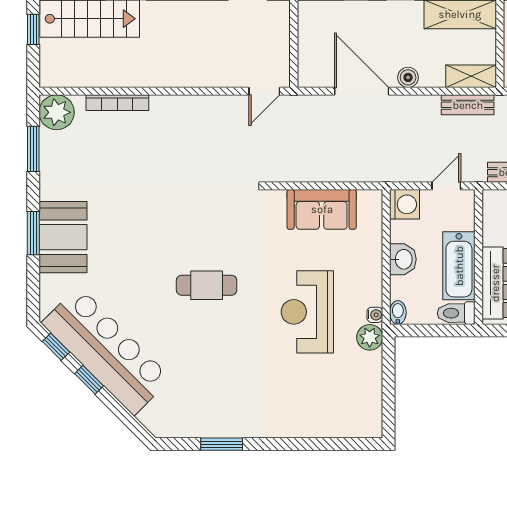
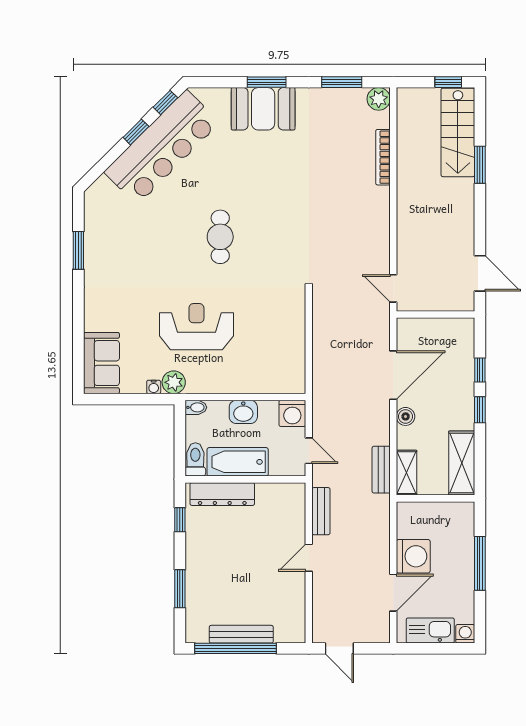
plant: (57, 112) -> (379, 99), width x0.73, depth x0.73
sofa: (322, 209) -> (102, 363), moved, turned 180
water cooler: (375, 315) -> (154, 387), moved

